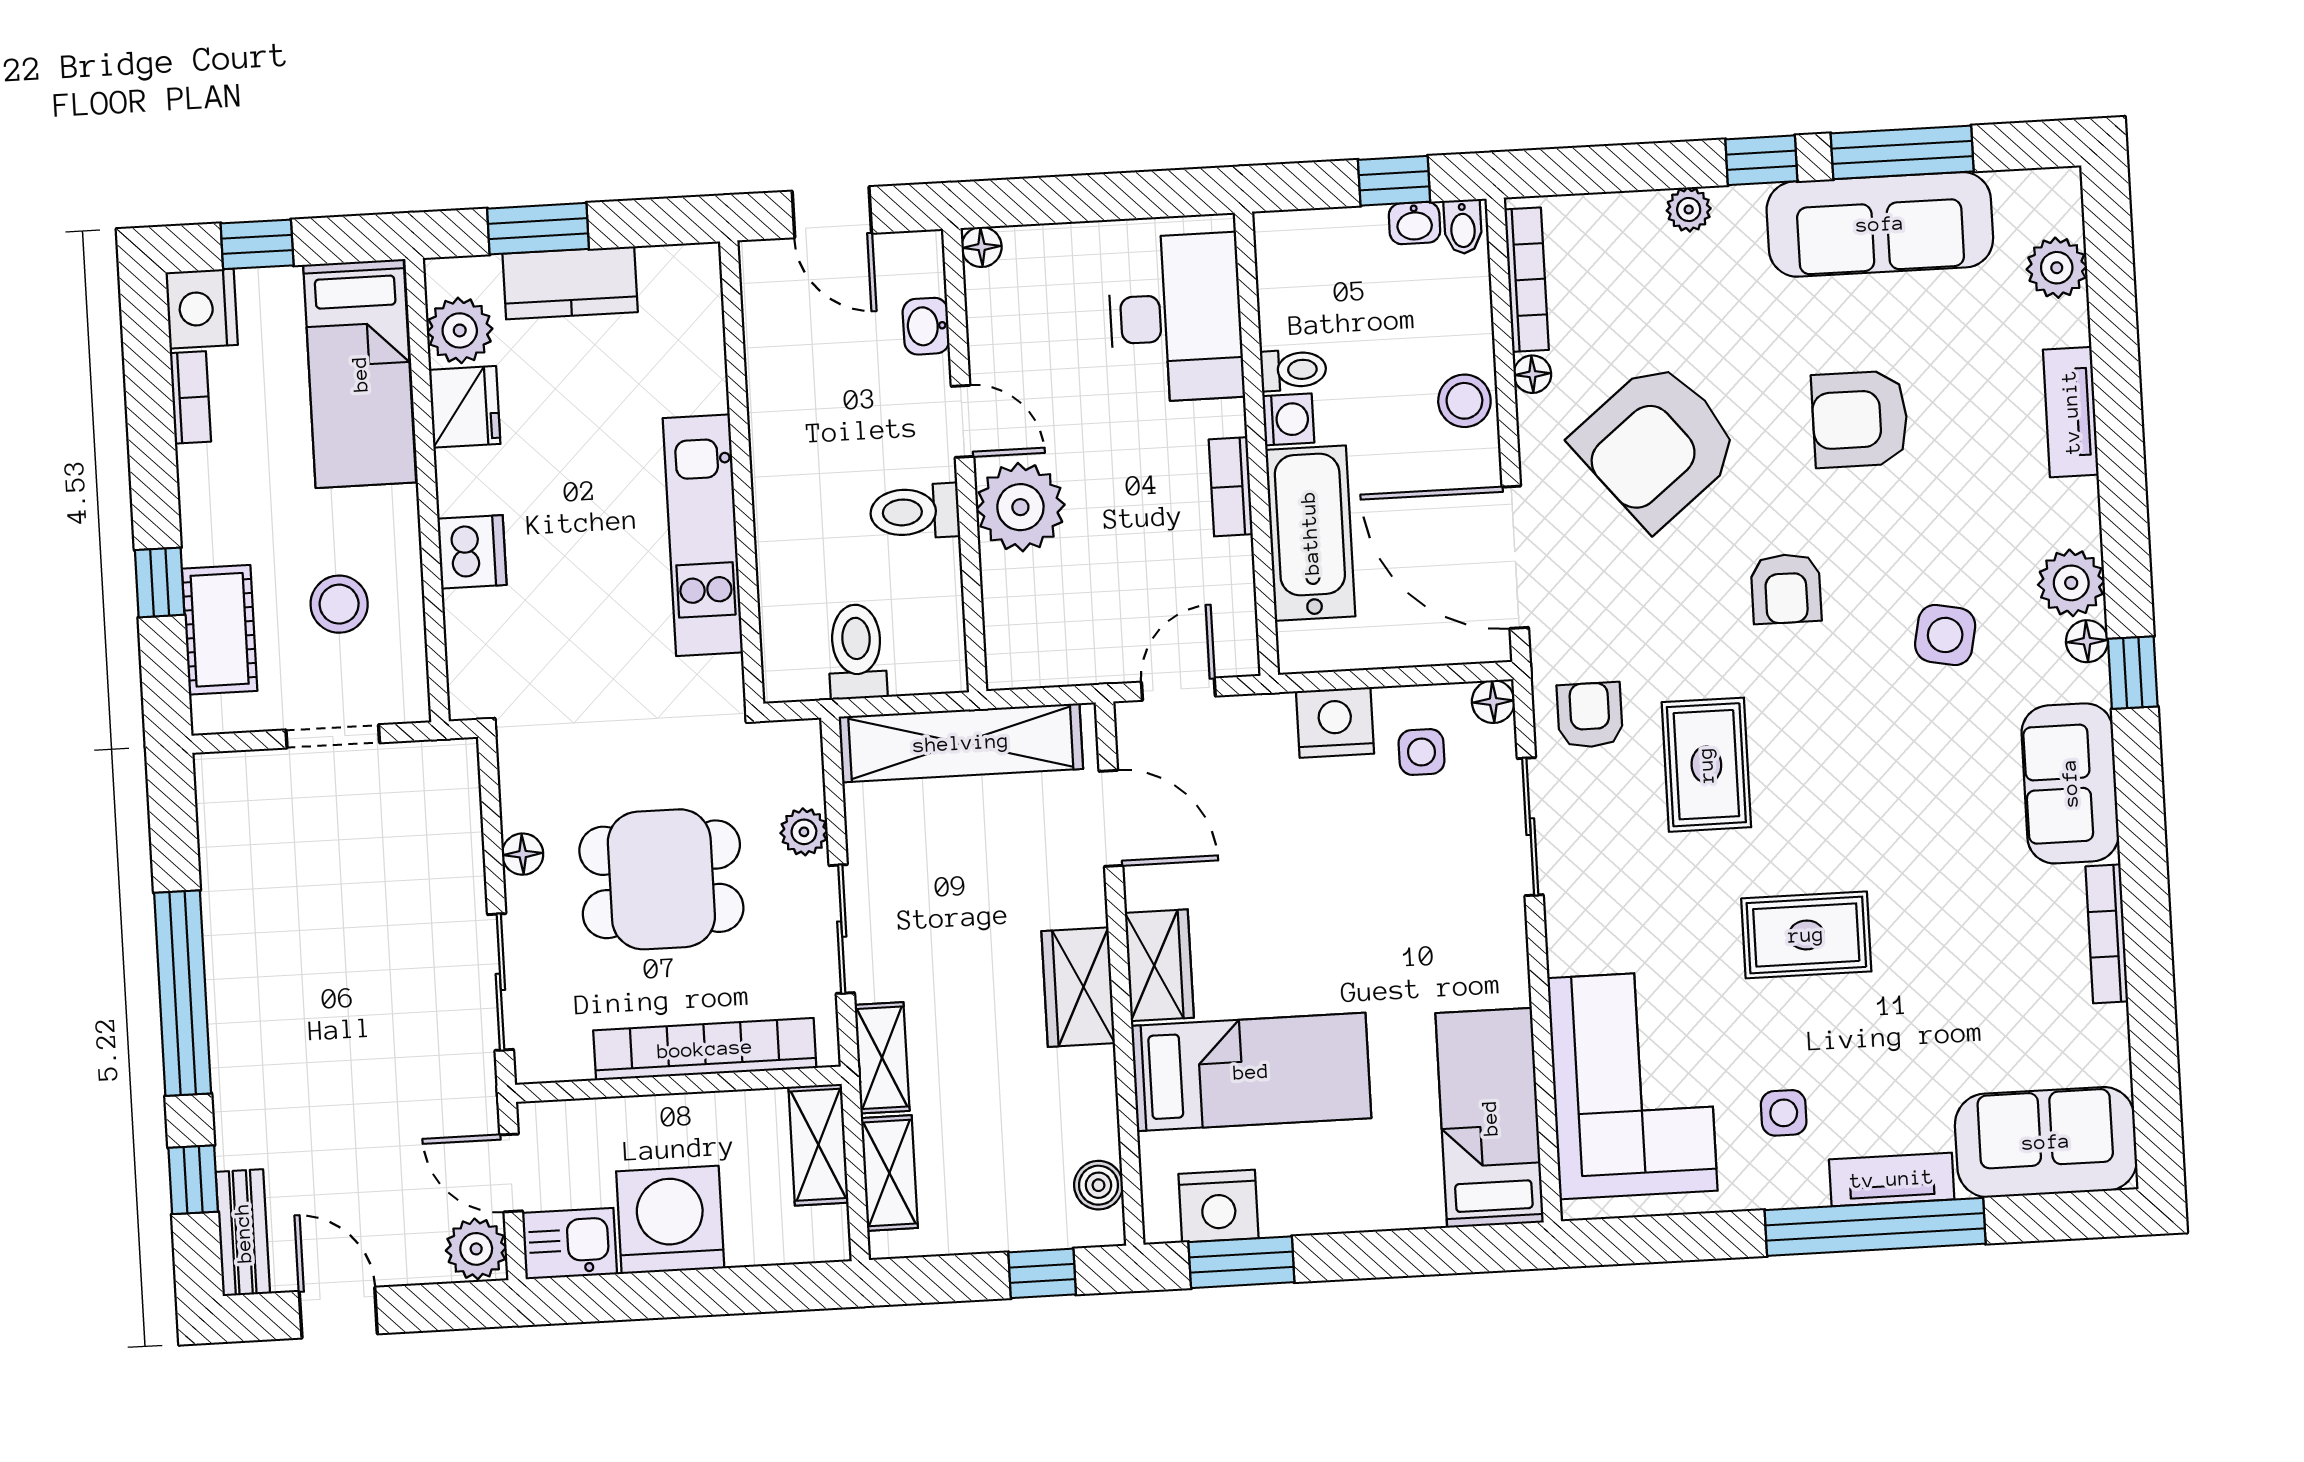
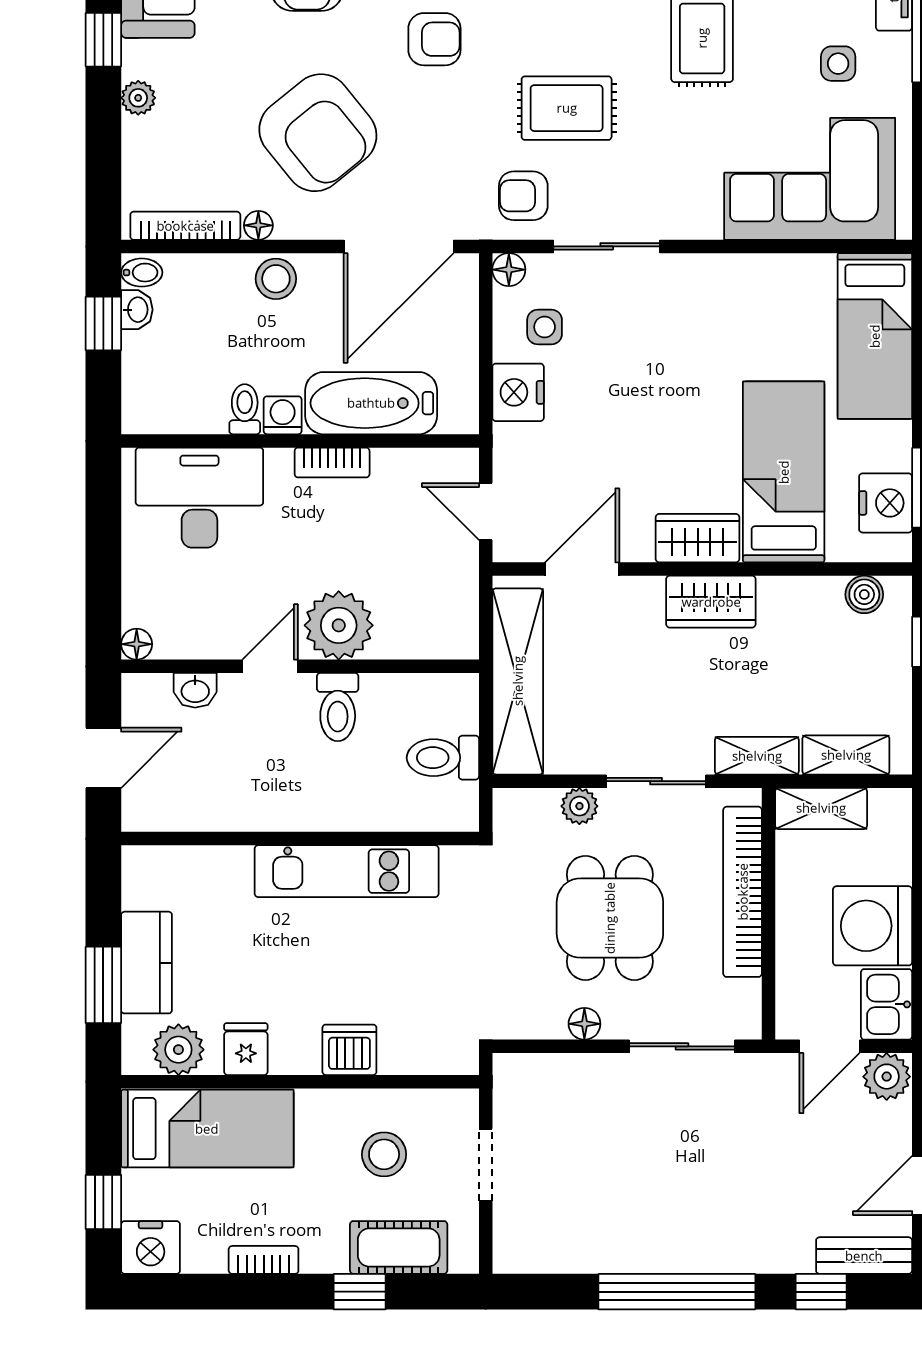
bookcase: (190, 397) -> (264, 1260), moved
fridge: (465, 407) -> (246, 1049), width x0.72
bed: (1490, 1118) -> (875, 336), moved, turned -90

